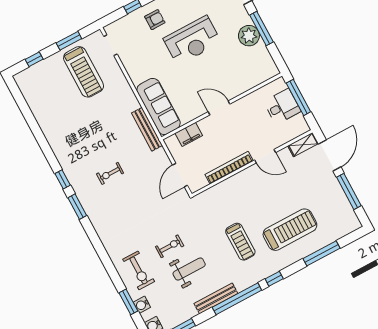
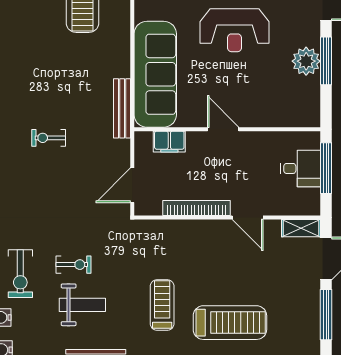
sofa: (159, 107) -> (155, 74), width x1.36, depth x1.27
treadmill: (240, 242) -> (162, 305), turned 180

